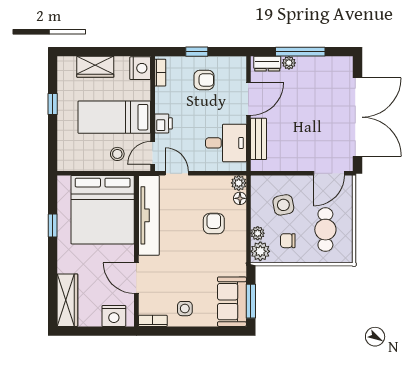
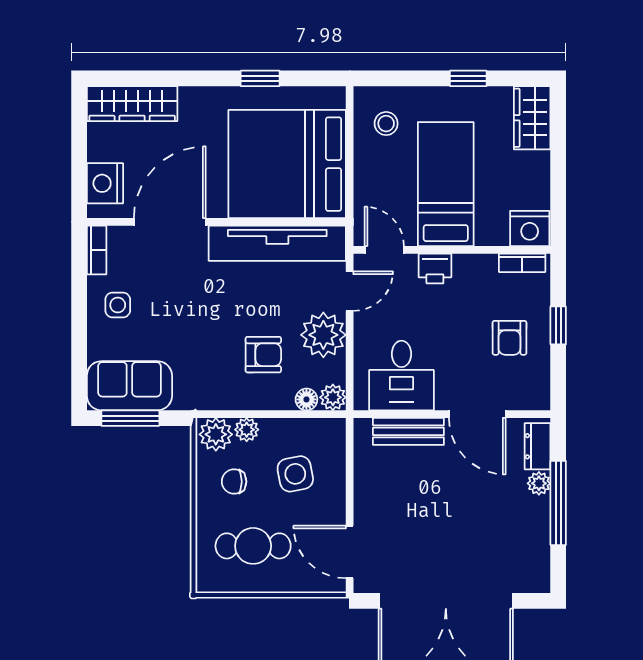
wardrobe: (95, 67) -> (532, 118), moved
stool: (117, 154) -> (386, 124), moved
plant: (202, 189) -> (323, 335), added
chair: (288, 241) -> (234, 482), turned -90
door: (136, 278) -> (170, 222), width x1.36

